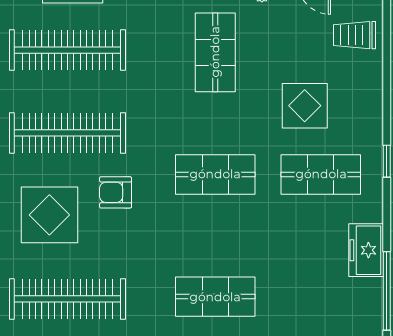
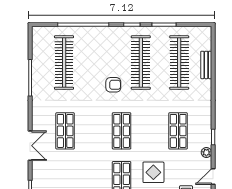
shop shelf: (215, 52) -> (178, 131), turned 90
armchair: (116, 192) -> (113, 85), turned 90
display table: (49, 215) -> (103, 54), removed

